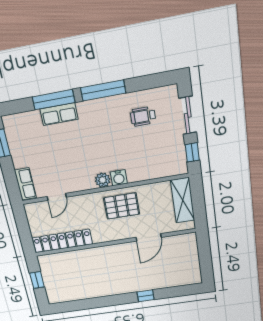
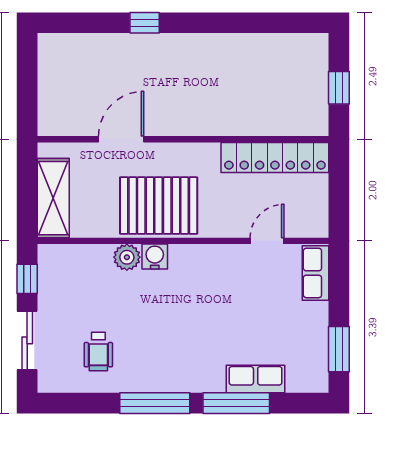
row of seats: (59, 114) -> (256, 379), moved
wheelchair: (143, 116) -> (98, 352), turned 90
plant: (103, 180) -> (127, 257), moved
pallet: (122, 206) -> (159, 206), width x1.37, depth x1.41

